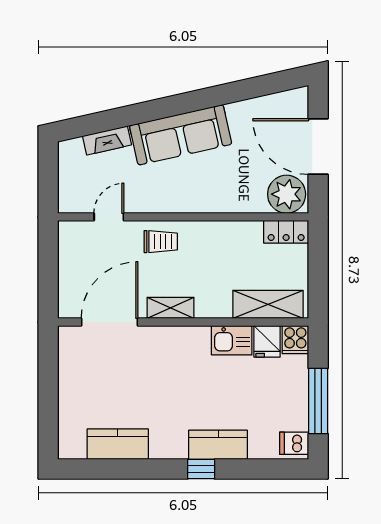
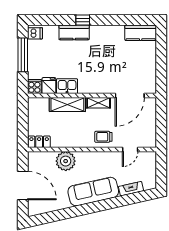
plant: (287, 194) -> (66, 161), moved
shelving: (268, 304) -> (67, 105), moved
kitchen counter: (118, 444) -> (141, 33), moved

